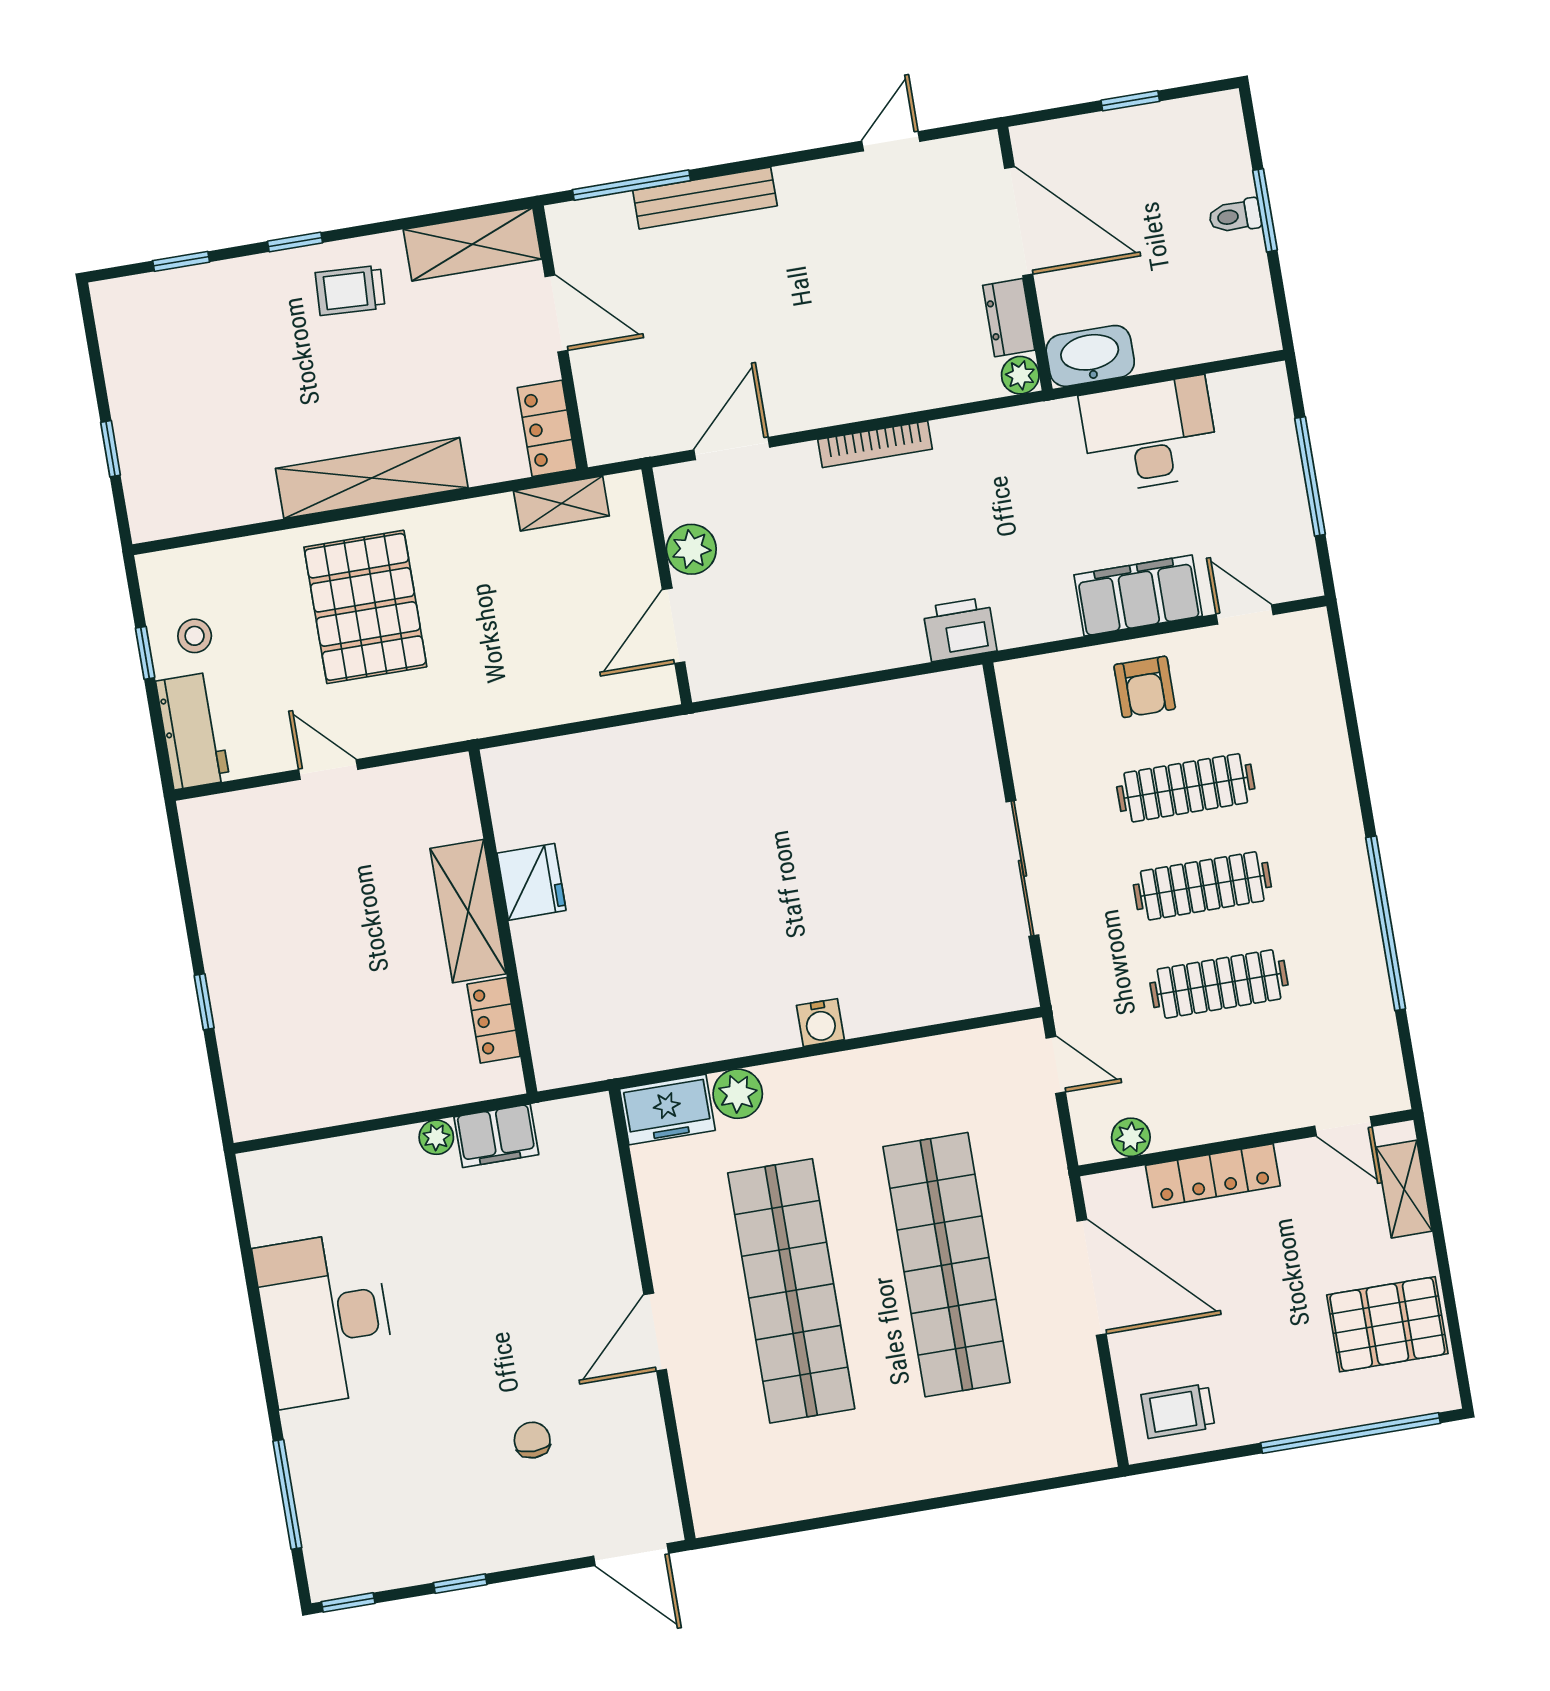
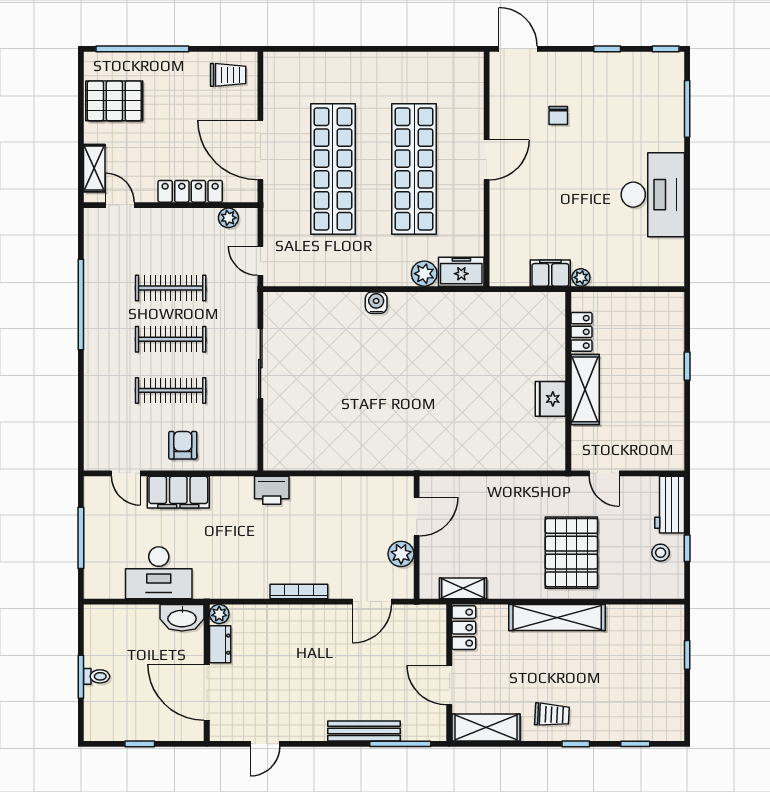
fridge: (531, 882) -> (550, 399), moved
shelving: (468, 911) -> (585, 389), moved
wall: (503, 921) -> (568, 381), moved
locker: (494, 1020) -> (581, 332), moved

